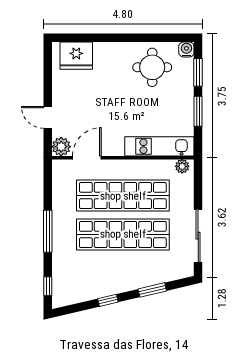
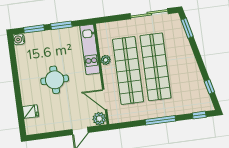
fridge: (76, 56) -> (30, 112), width x0.53, depth x0.75
round table: (152, 67) -> (55, 80), moved
plant: (182, 166) -> (106, 60), moved
window: (152, 290) -> (187, 28), moved
window: (108, 300) -> (209, 87), moved

